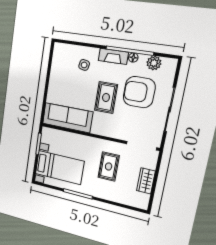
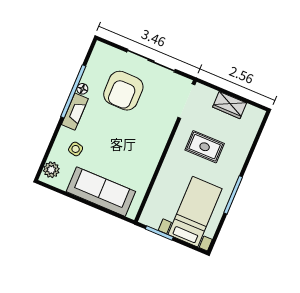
plant: (154, 63) -> (51, 170), moved
rug: (106, 97) -> (120, 131), removed
sofa: (67, 118) -> (101, 192), moved, turned 90

